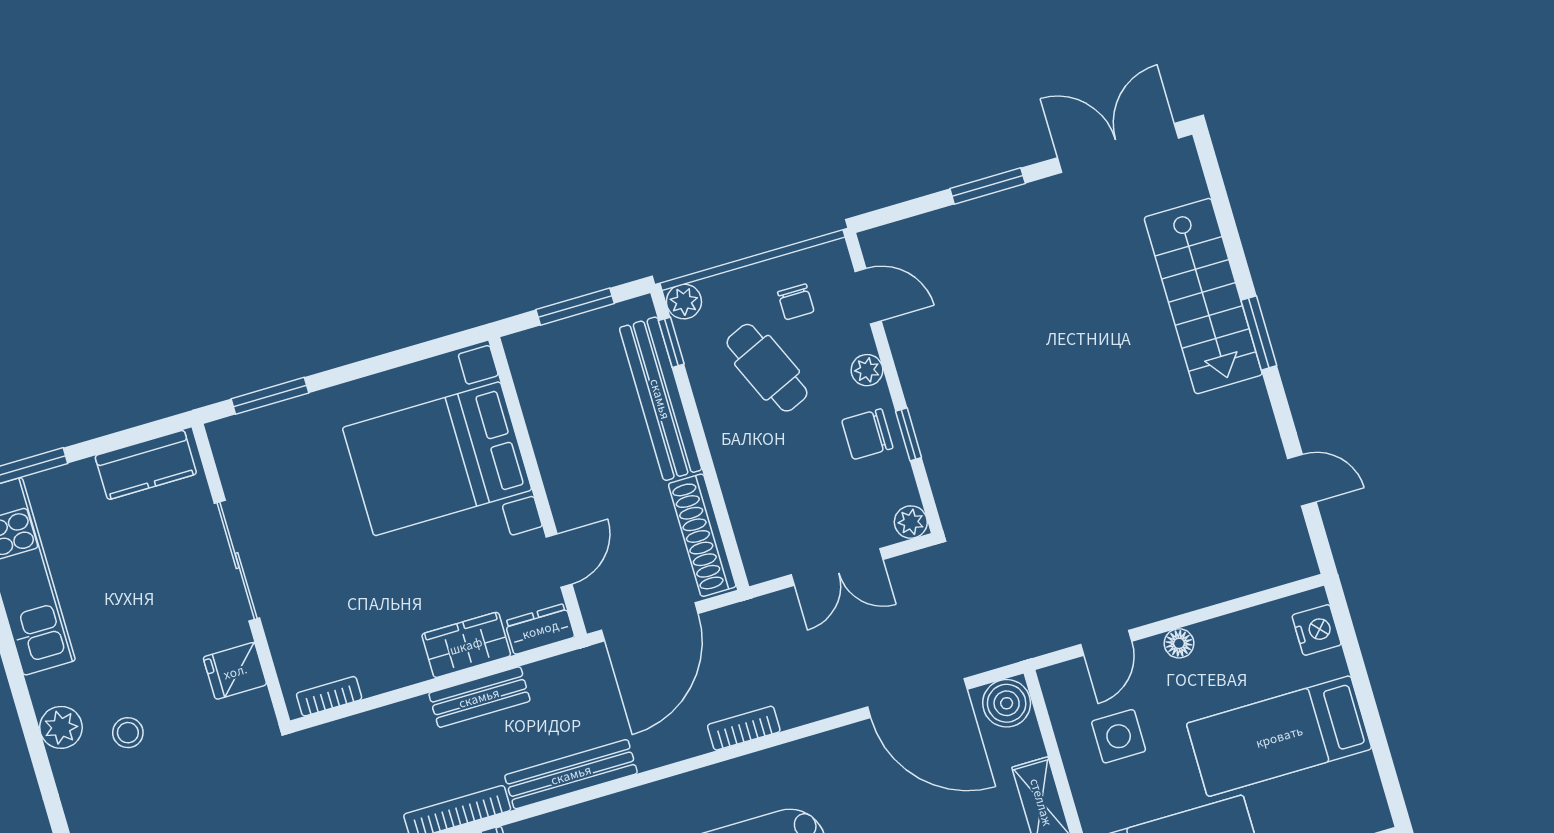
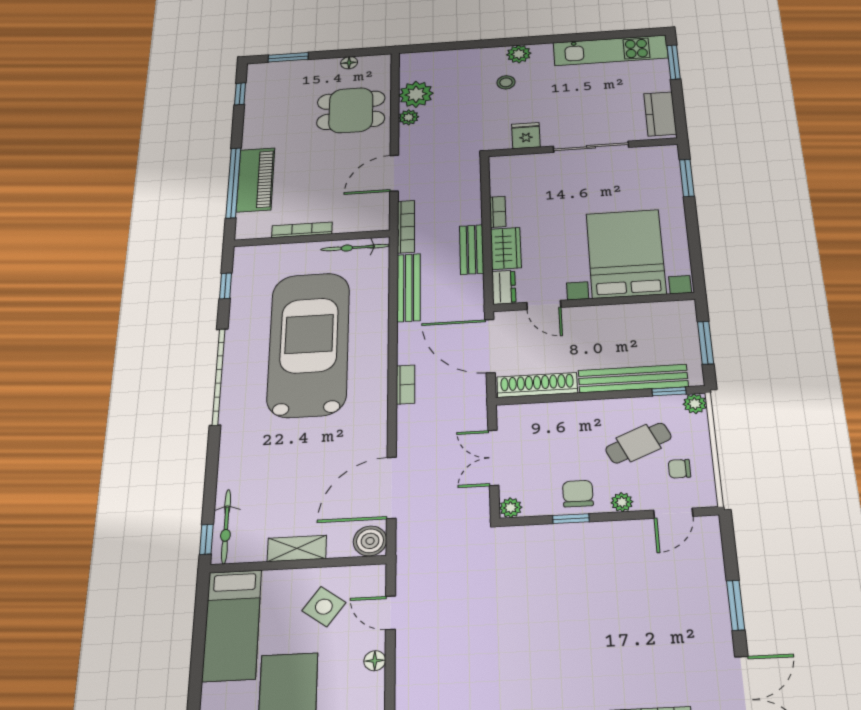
bookcase: (329, 696) -> (498, 212), moved
side table: (1119, 736) -> (324, 607), turned 36

